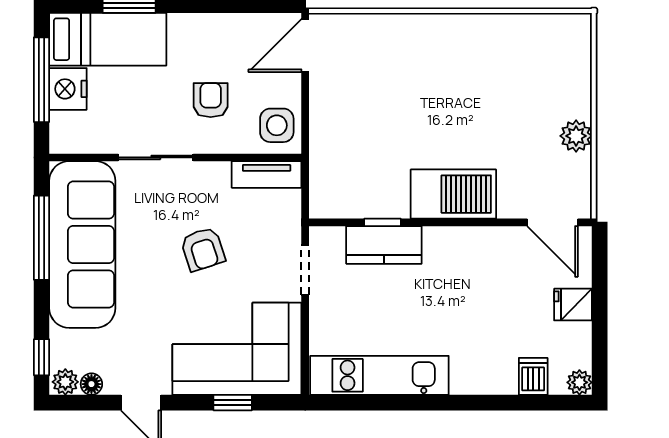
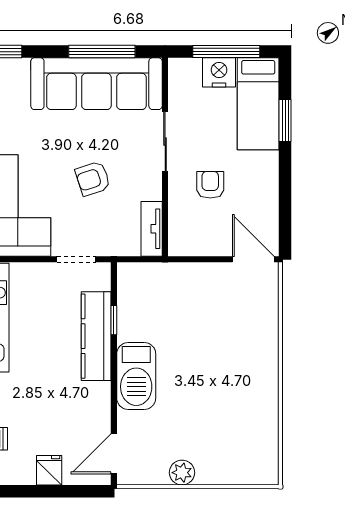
armchair: (211, 100) -> (210, 185), turned -90
side table: (277, 125) -> (190, 237), removed
kitchen counter: (384, 245) -> (96, 336), width x1.50

